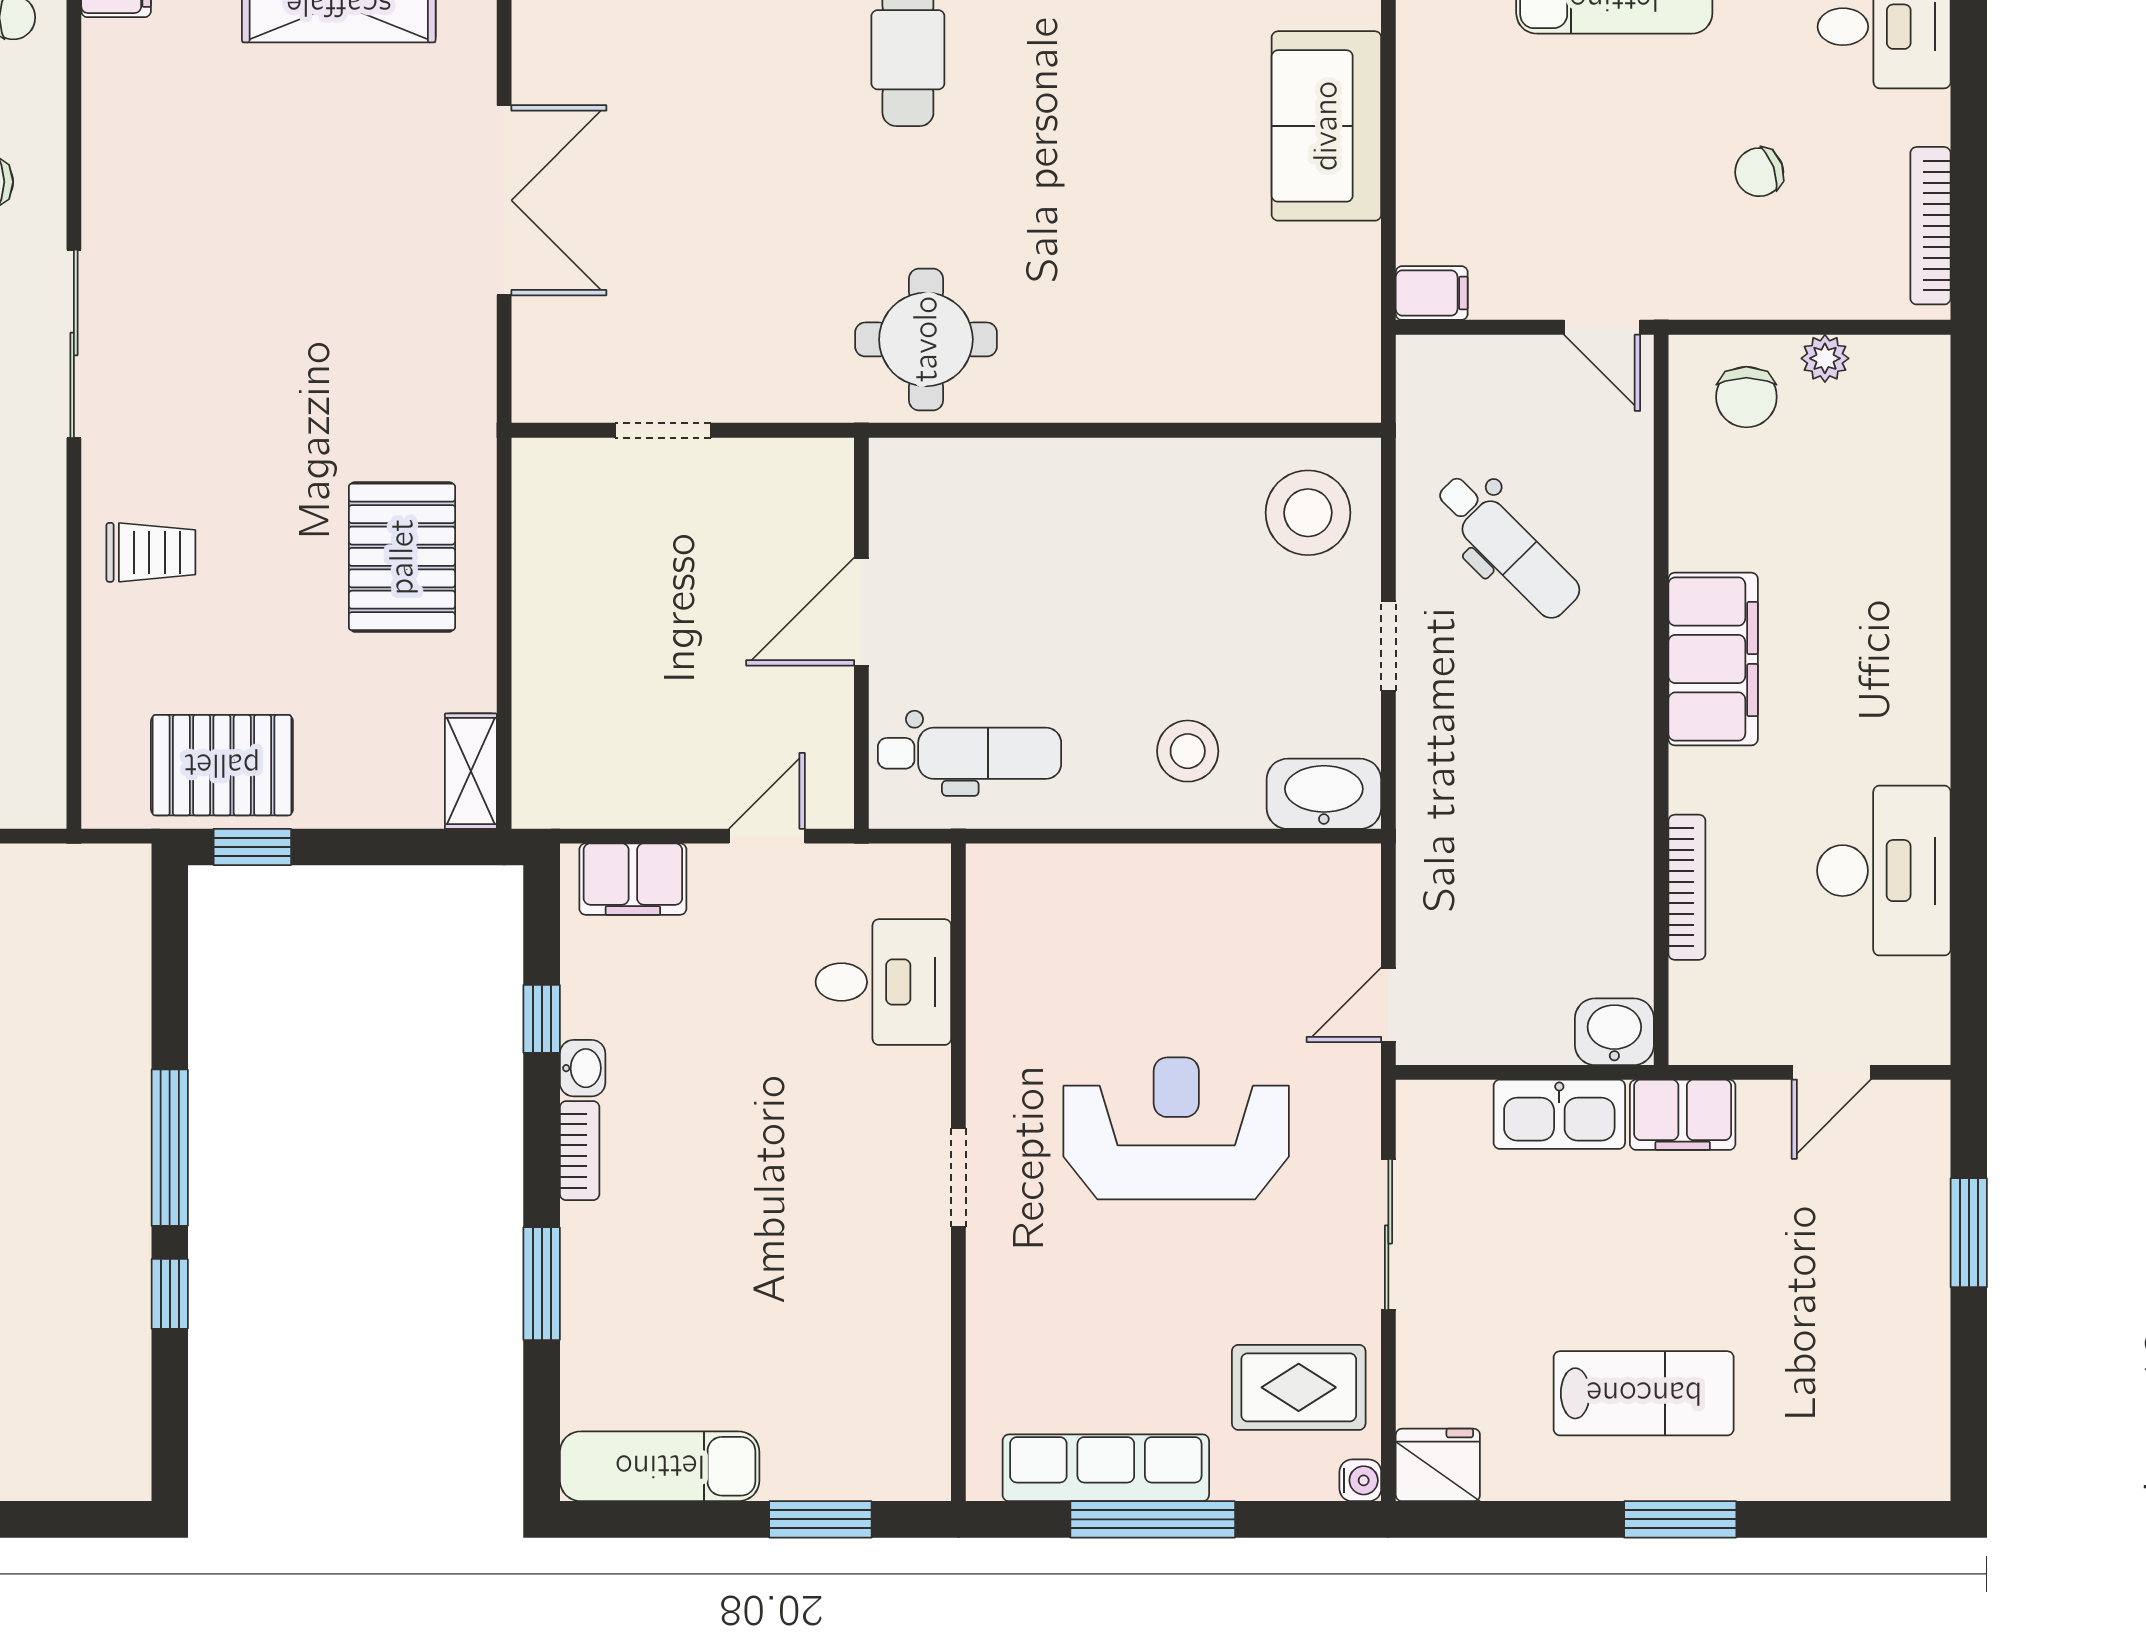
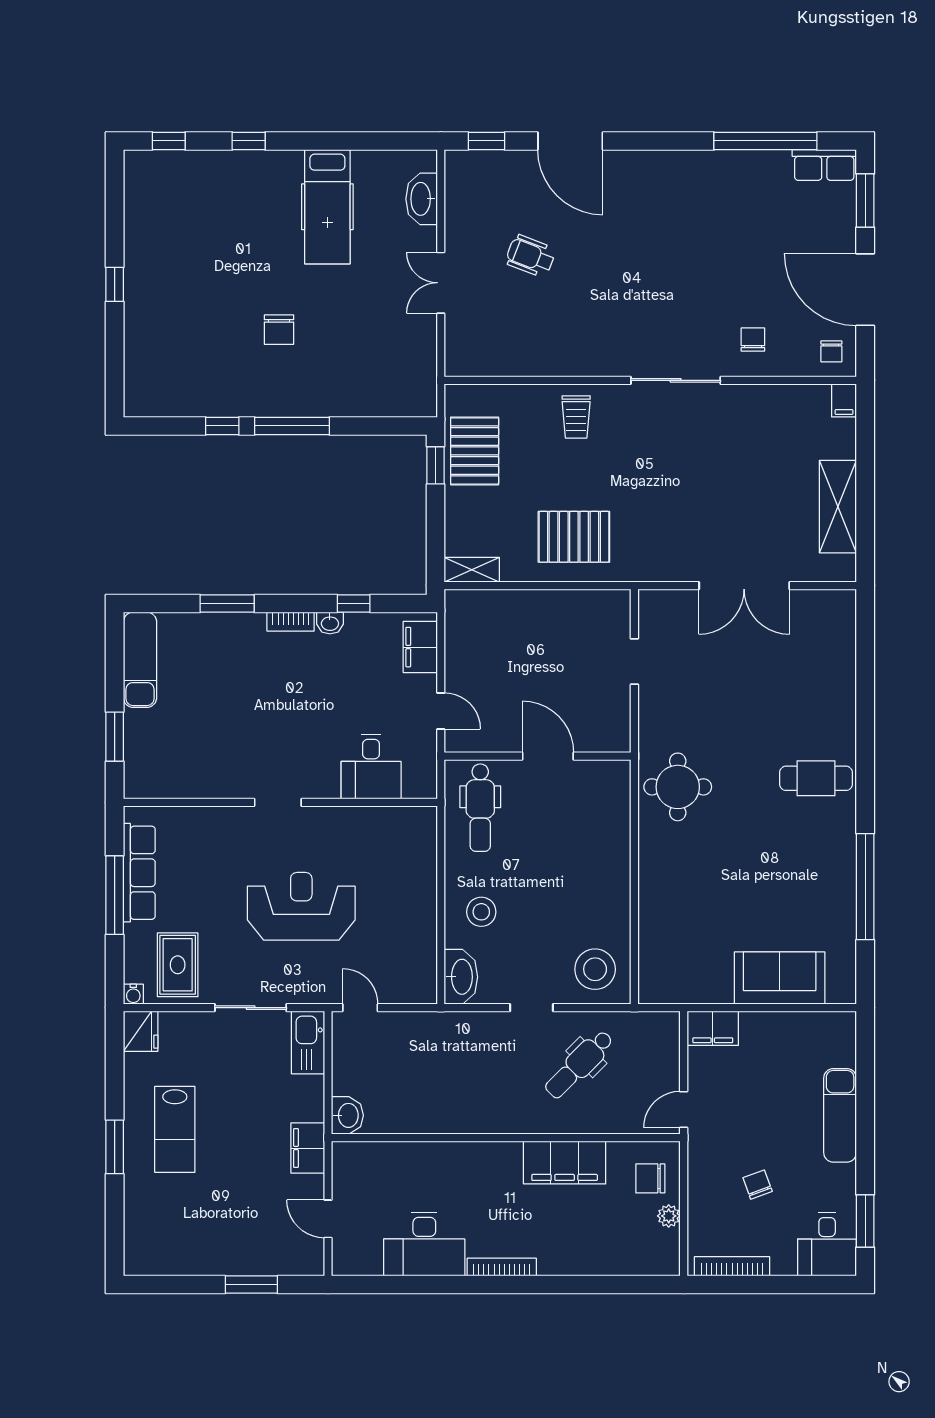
filing cabinet: (1432, 293) -> (713, 1028), width x2.00
filing cabinet: (1713, 659) -> (565, 1163), moved
bookcase: (1687, 887) -> (502, 1267), moved, turned 180
kitchen sink: (1559, 1114) -> (308, 1042), moved
reception desk: (1176, 1128) -> (301, 906), turned -90

